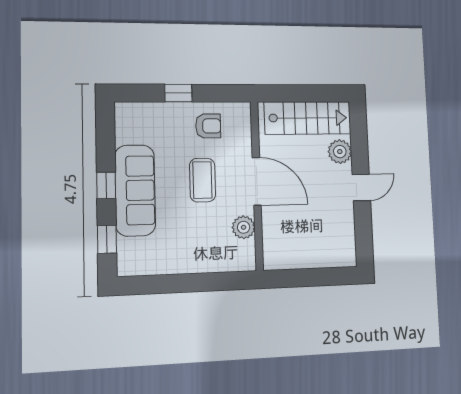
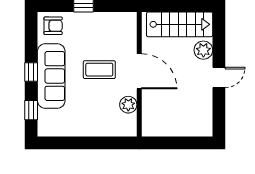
armchair: (208, 126) -> (53, 26), moved
coffee table: (202, 180) -> (99, 70), turned 90

